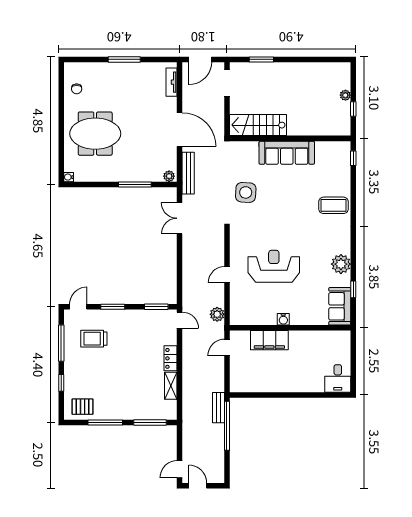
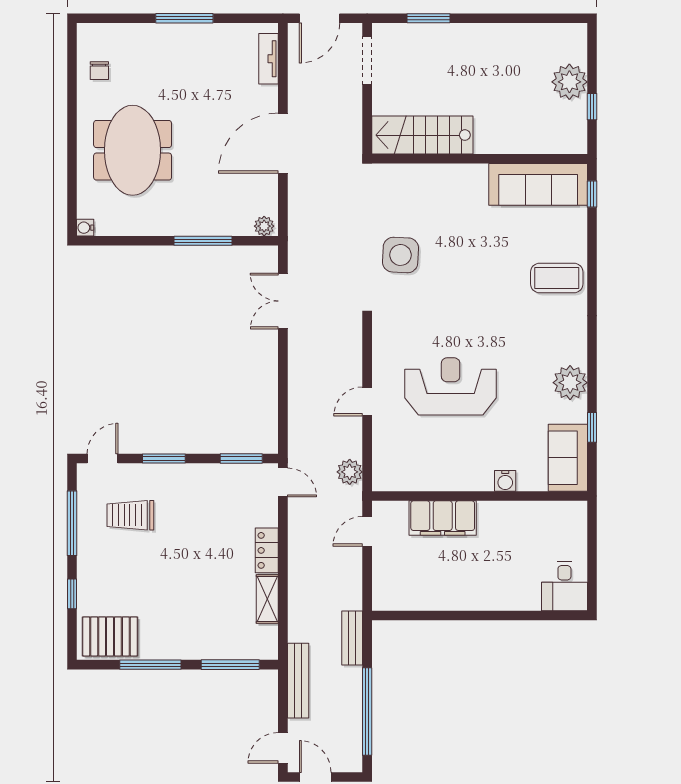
plant: (345, 95) -> (569, 82), width x1.88, depth x1.88
door: (180, 130) -> (283, 143), swing flipped
meeting table: (95, 134) -> (133, 150), turned 90
sofa: (287, 153) -> (538, 184), moved
bench: (188, 173) -> (298, 681), moved
water cooler: (283, 319) -> (505, 481), moved
pallet: (83, 407) -> (110, 636), width x1.50, depth x1.42
window: (227, 426) -> (367, 711), moved

